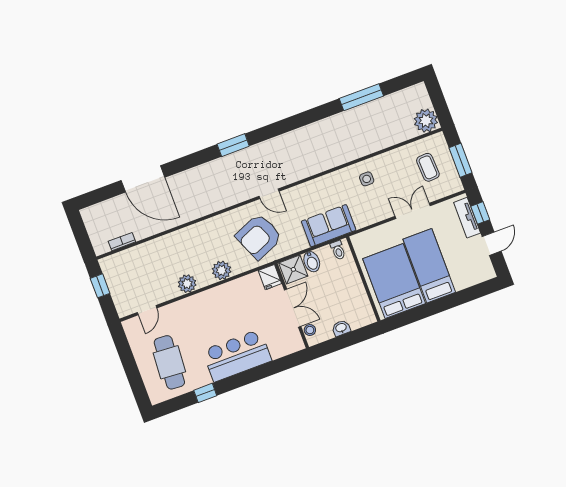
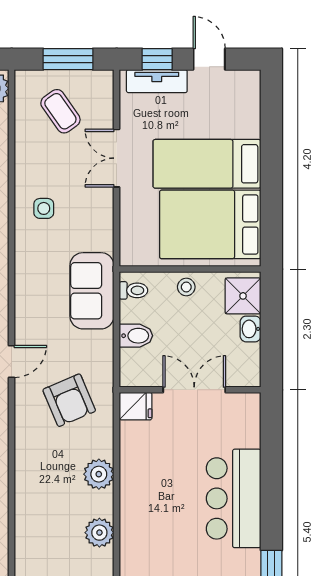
coffee table: (428, 167) -> (60, 111), turned 58
armchair: (259, 236) -> (69, 400), width x0.73, depth x0.73
shower: (293, 269) -> (243, 296), moved
stool: (310, 330) -> (186, 287), moved

